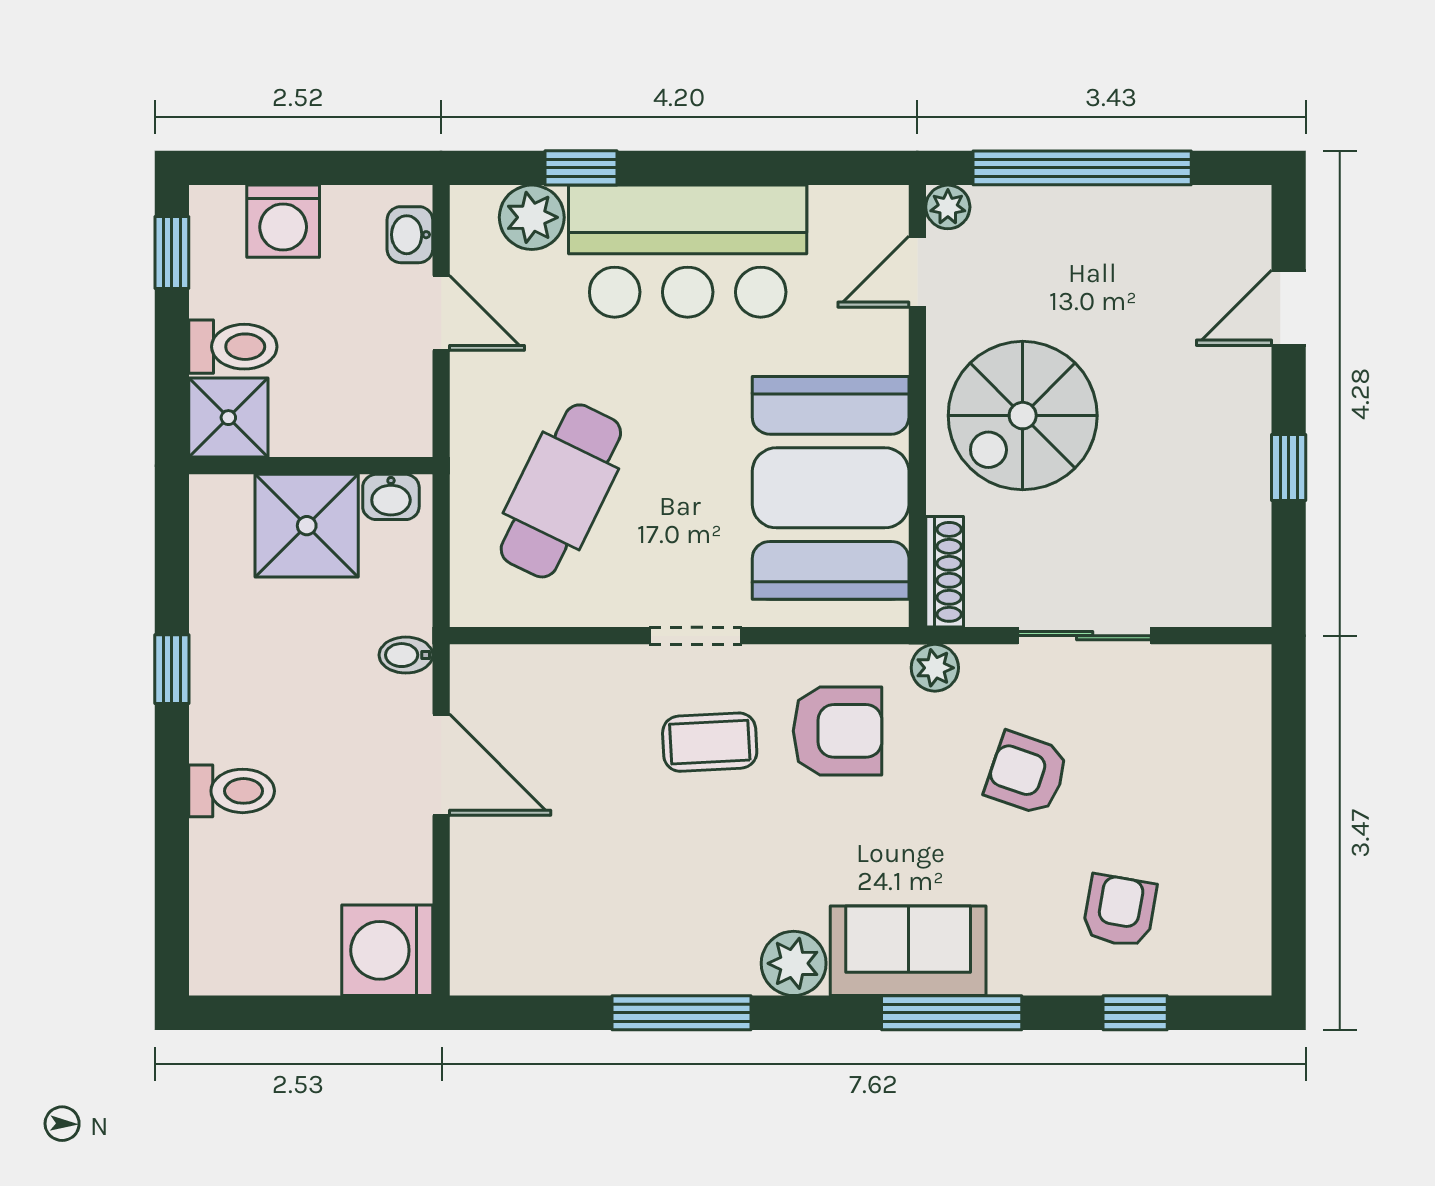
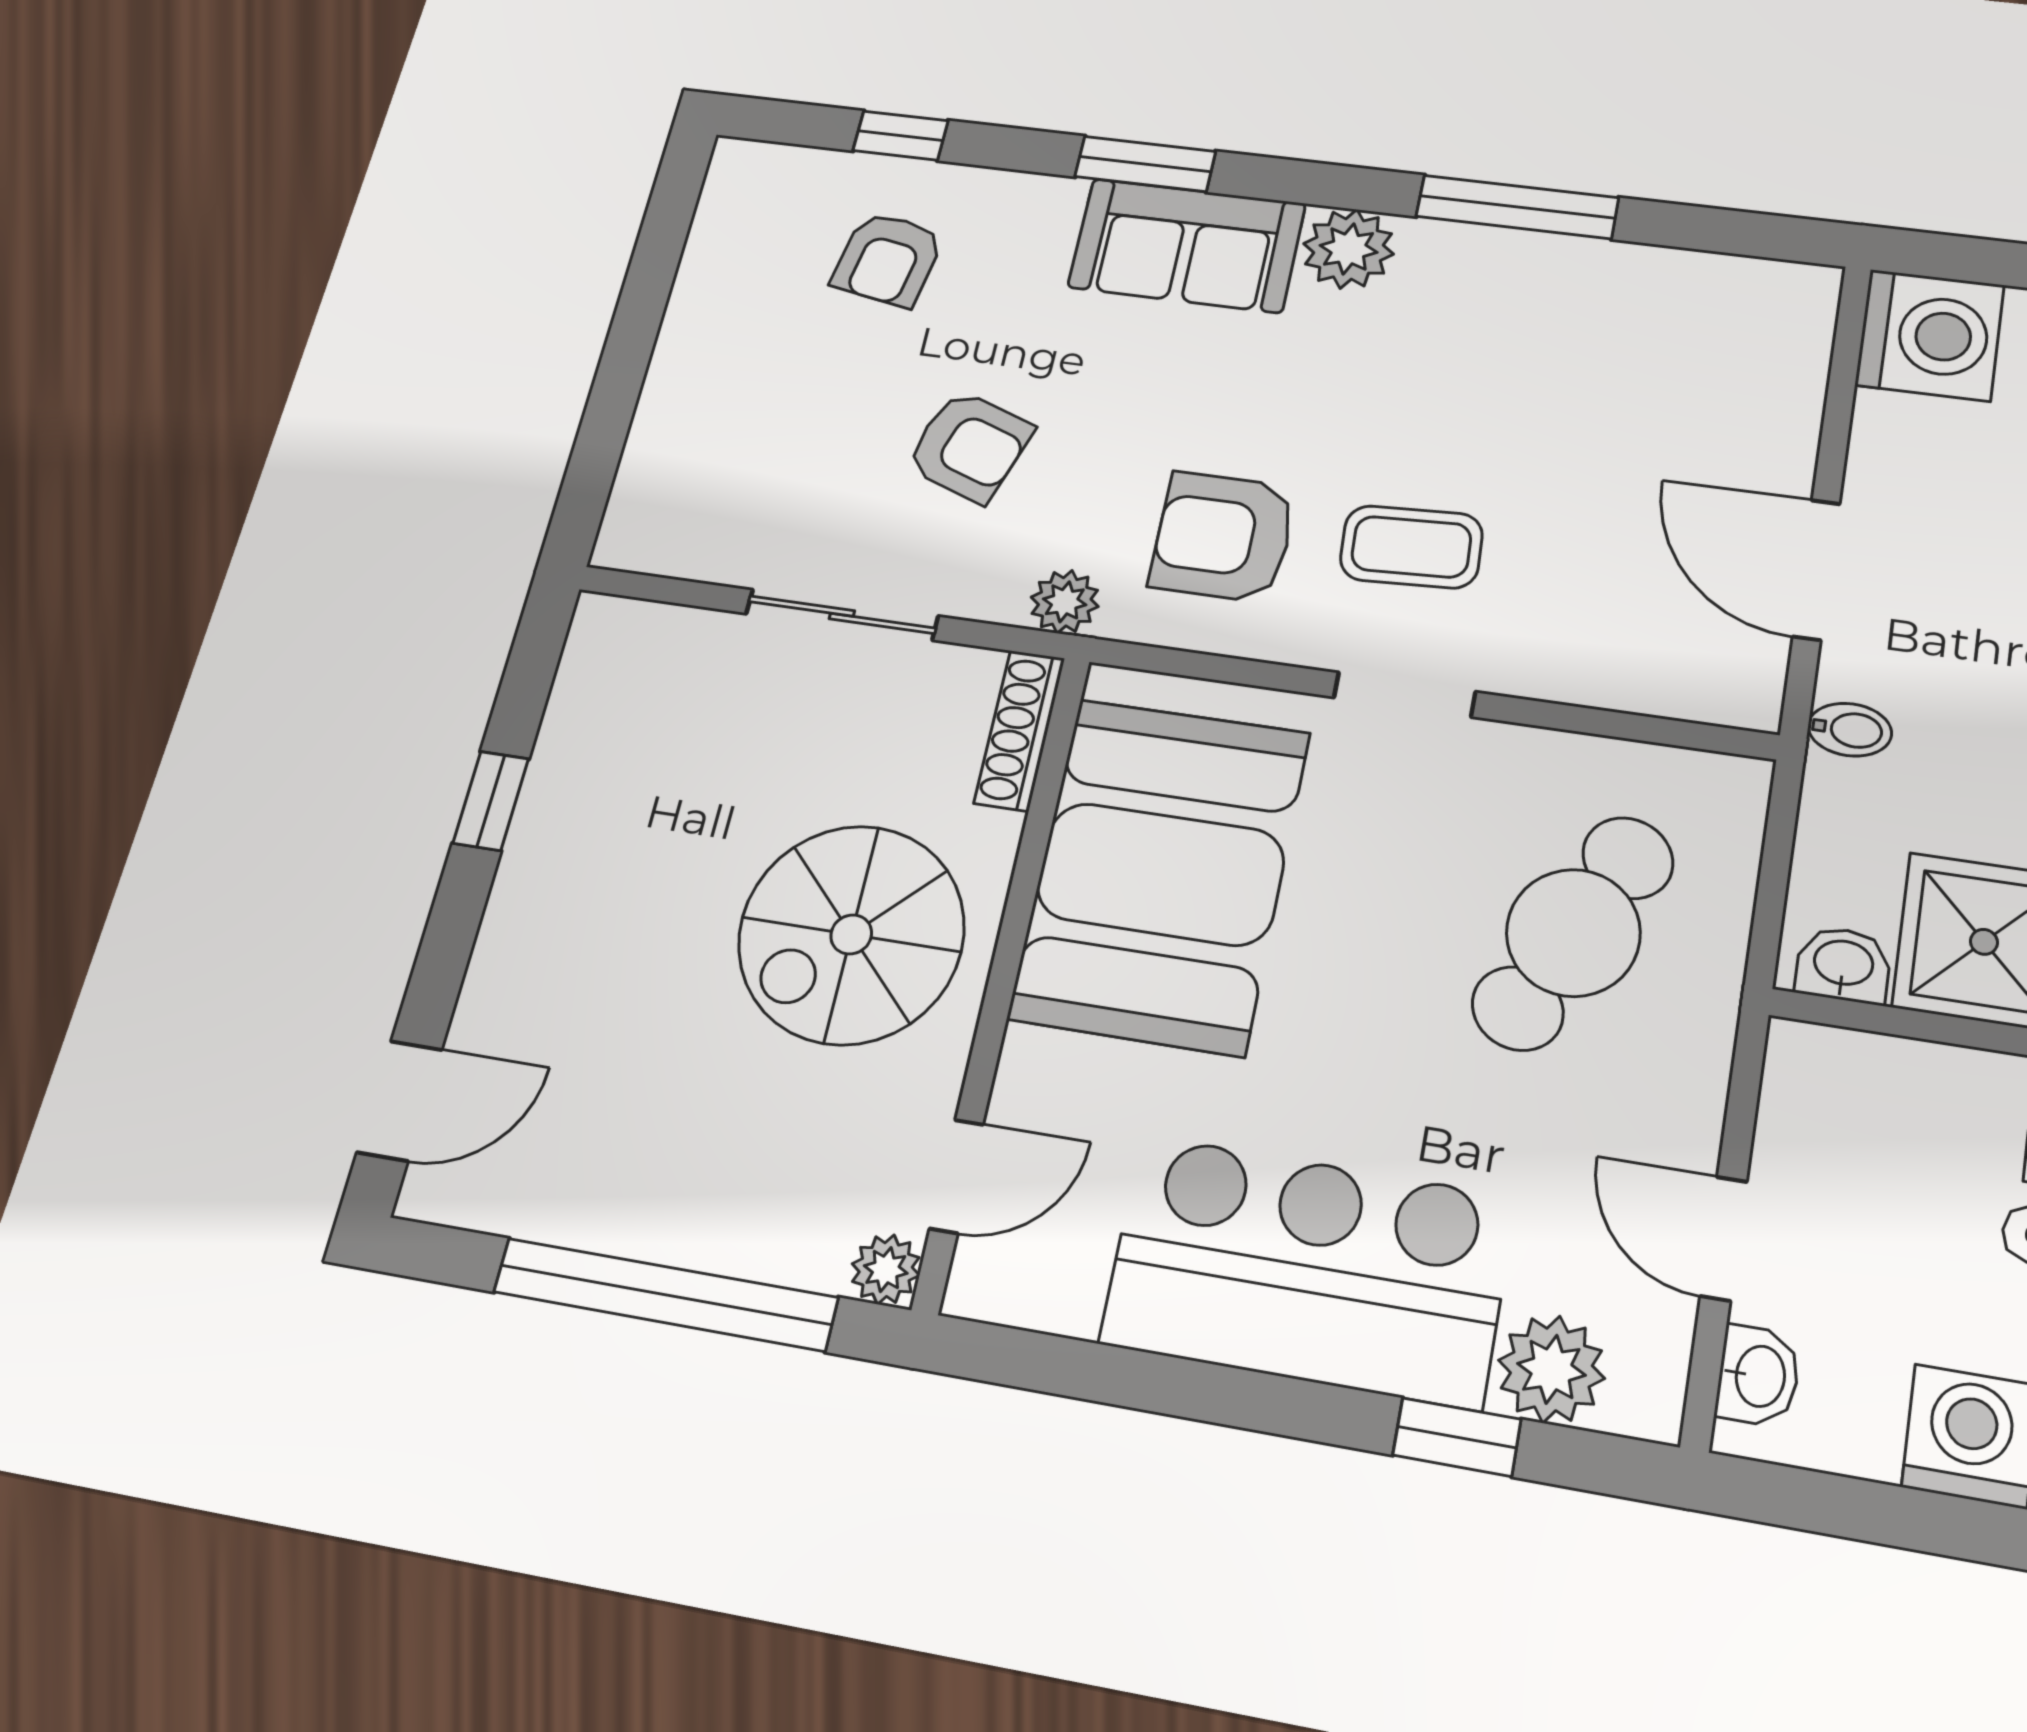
door: (1289, 308) -> (399, 1101), moved
spiral stairs: (1023, 416) -> (851, 934), turned 180
window: (952, 1013) -> (1145, 164), width x0.69

